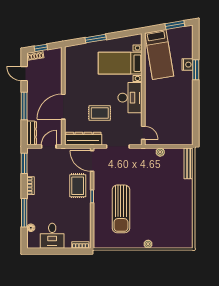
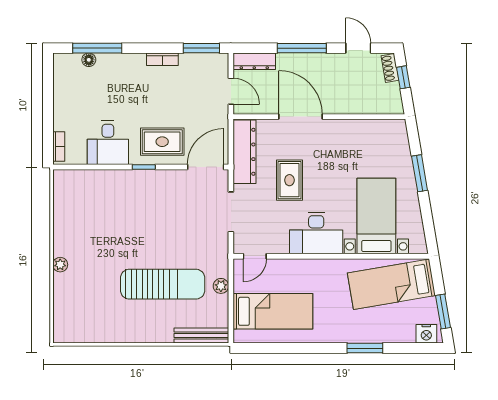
nightstand: (188, 65) -> (426, 334), moved
door: (24, 74) -> (358, 48), hinge flipped
bed: (175, 122) -> (273, 311), added
sun lounger: (121, 209) -> (163, 284), moved, turned 180
window: (24, 213) -> (97, 48), moved
desk: (52, 236) -> (108, 143), moved, turned -90

